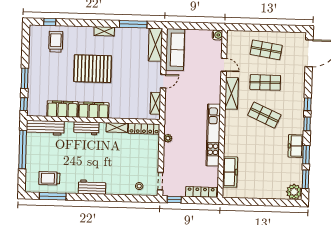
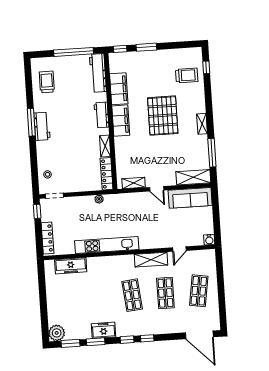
shop shelf: (264, 115) -> (132, 295), turned -30
window: (53, 196) -> (31, 122), moved

